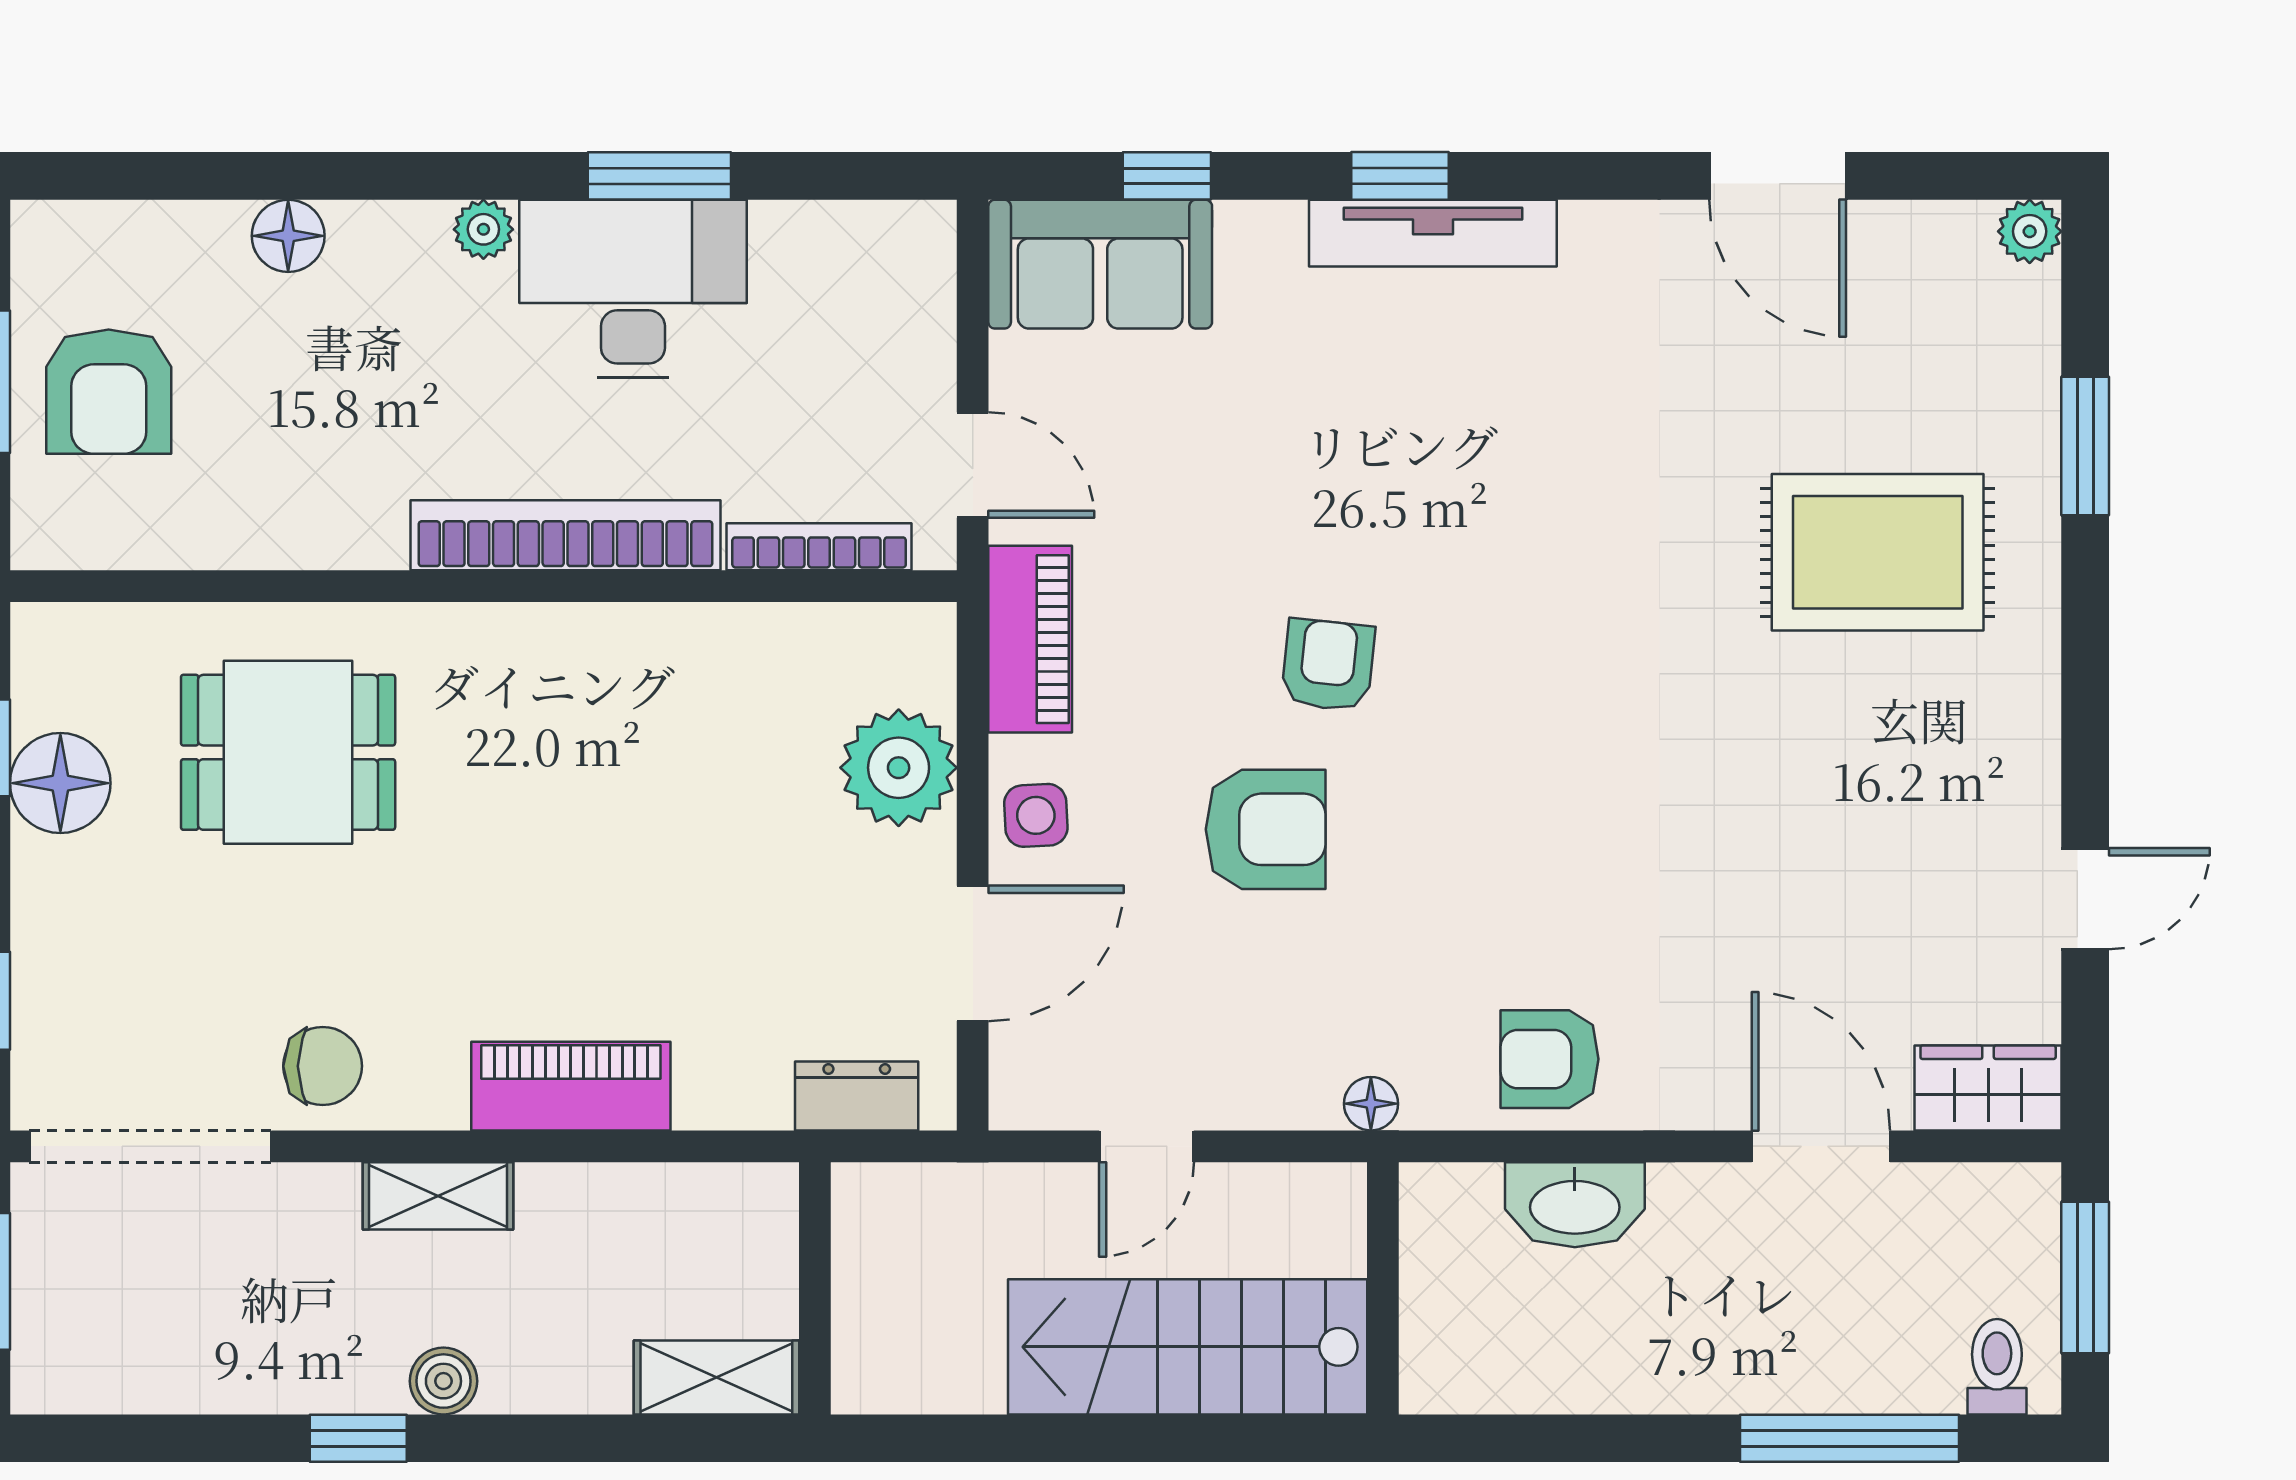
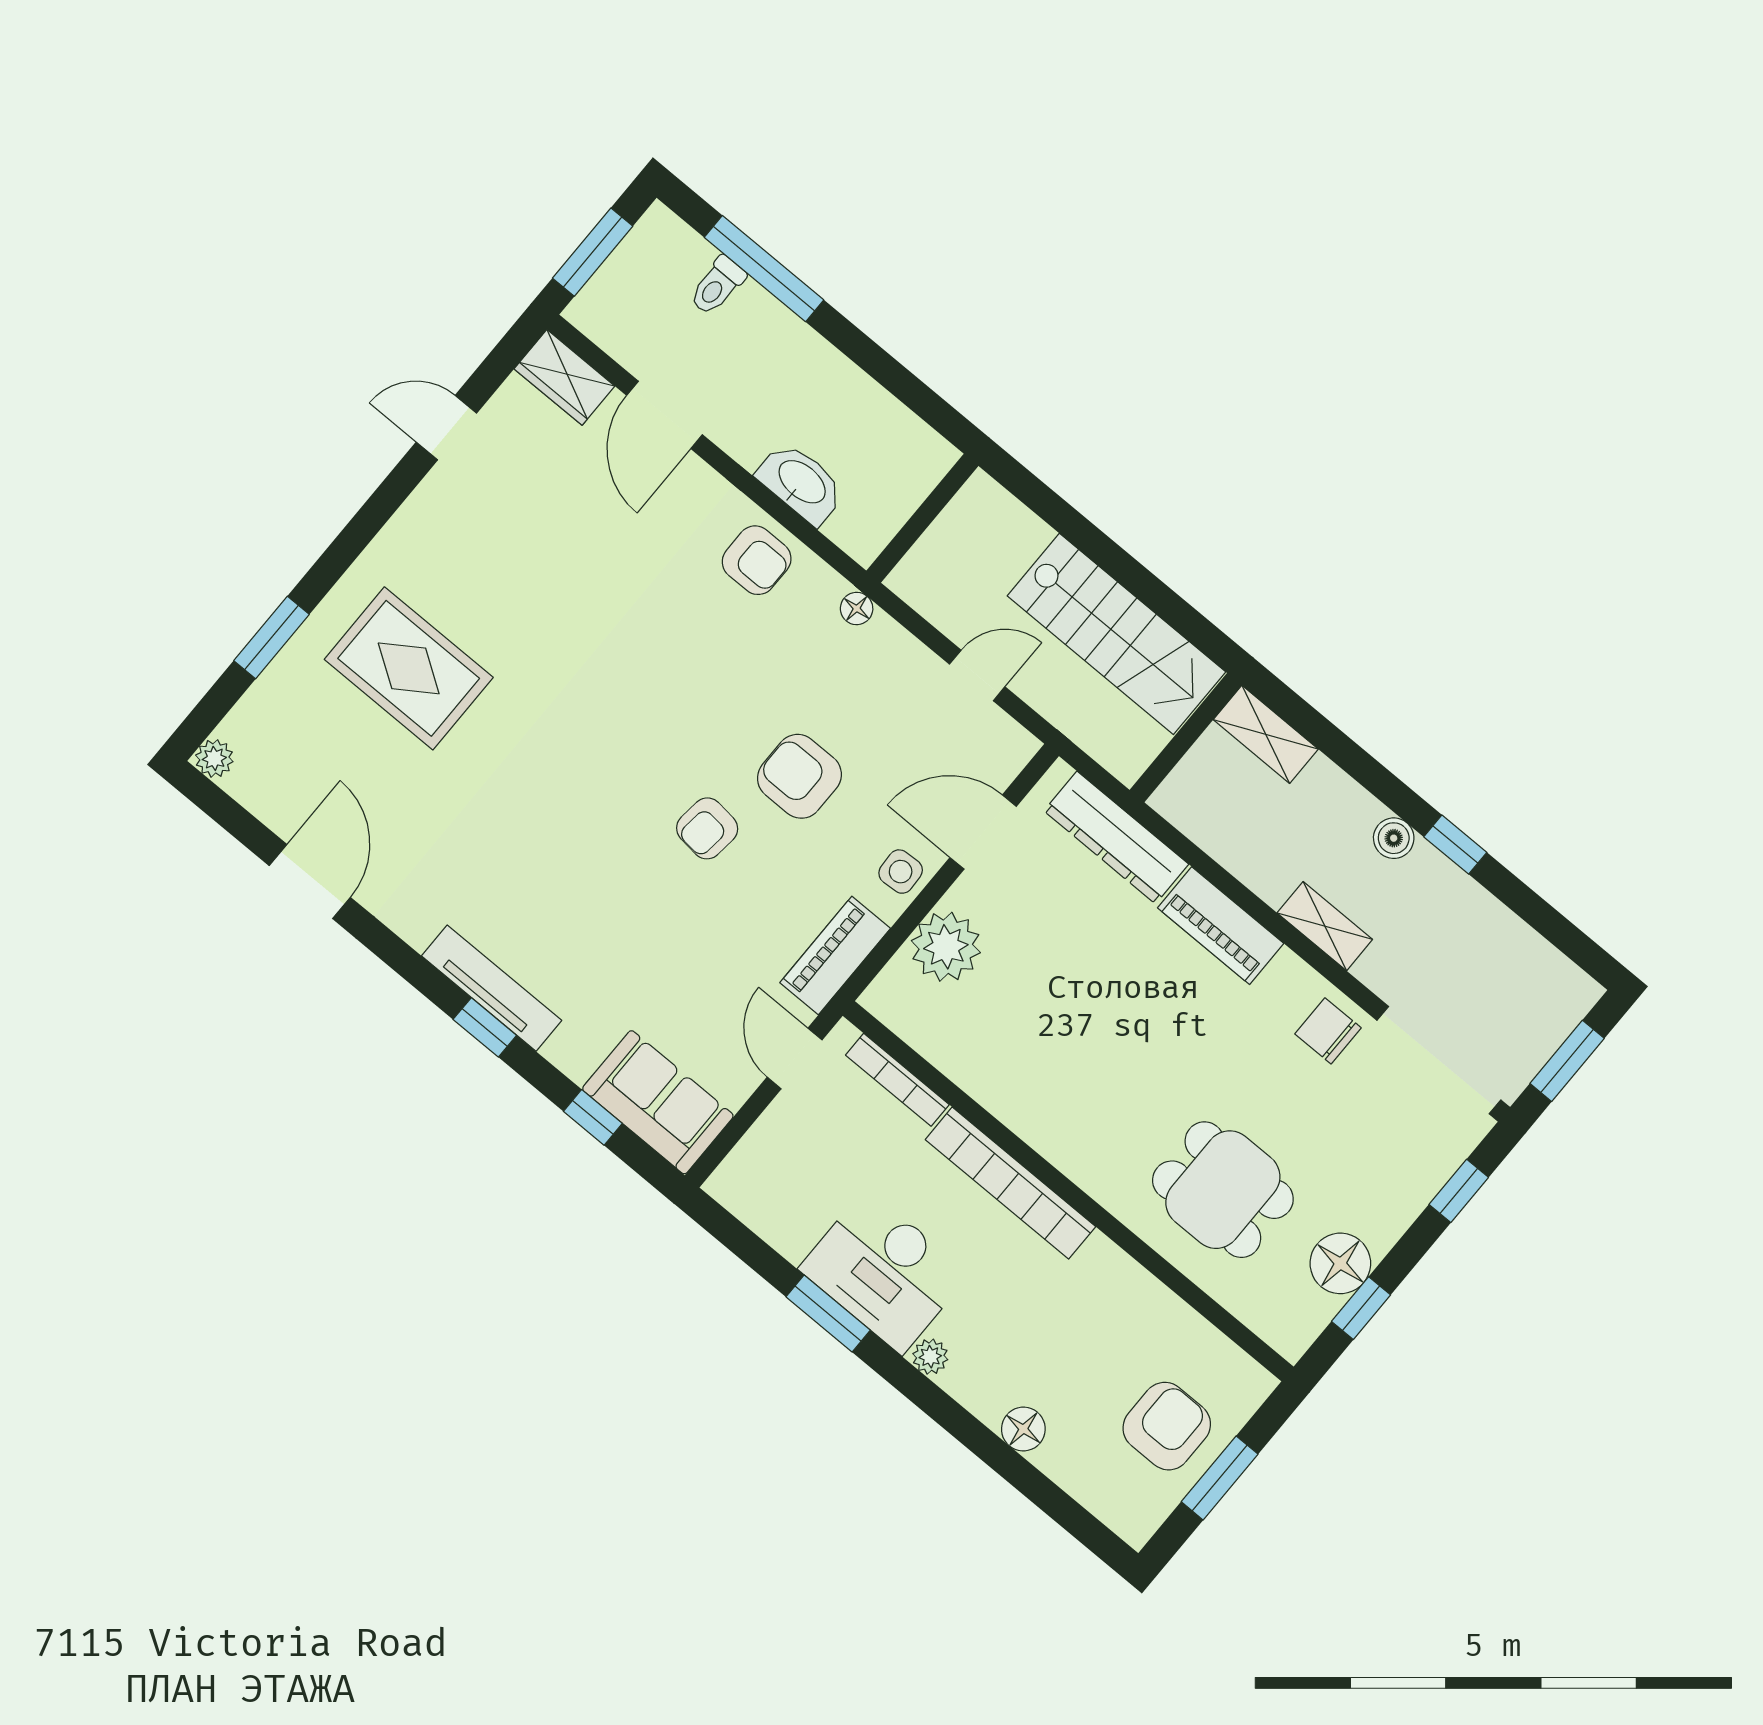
dresser: (857, 1096) -> (1116, 837), width x1.96, depth x1.24
stairs: (1188, 1347) -> (1116, 634), moved
toilet: (1997, 1367) -> (717, 286), moved

